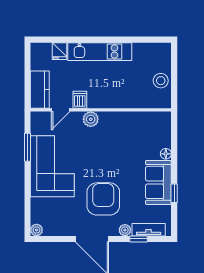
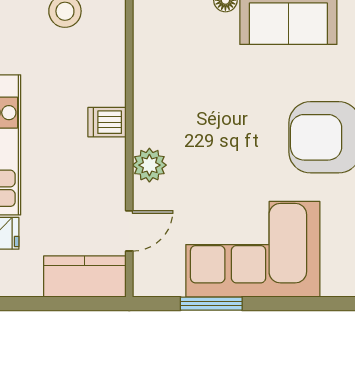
dishwasher: (80, 100) -> (107, 122), moved
door: (61, 110) -> (129, 231), hinge flipped

